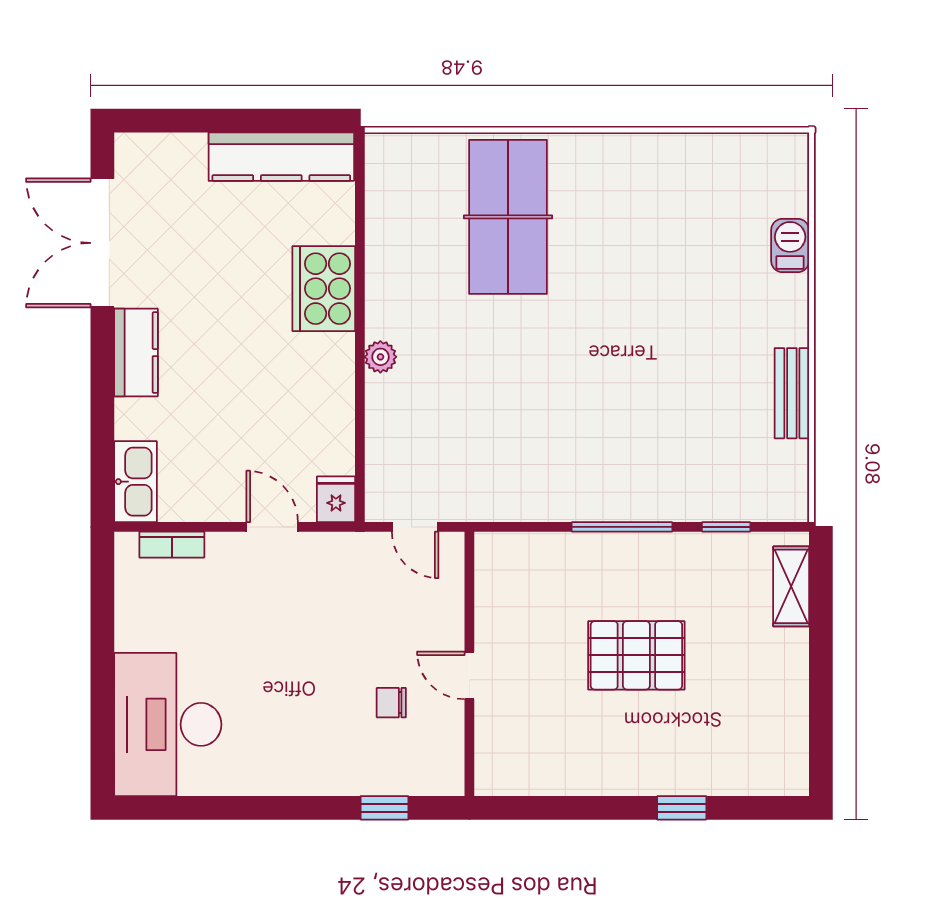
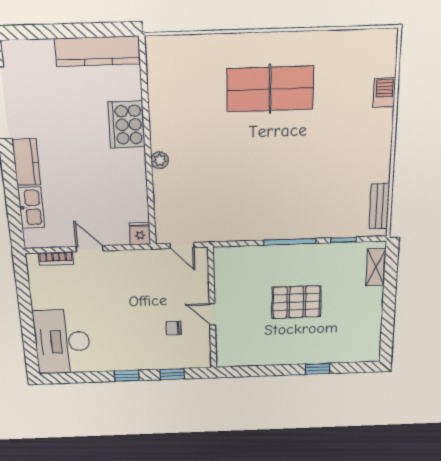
table tennis table: (508, 217) -> (270, 89), moved, turned 90
bench: (792, 393) -> (379, 206), moved
kitchen sink: (135, 482) -> (31, 207), moved
door: (272, 527) -> (90, 249), moved
window: (291, 808) -> (127, 376), added

